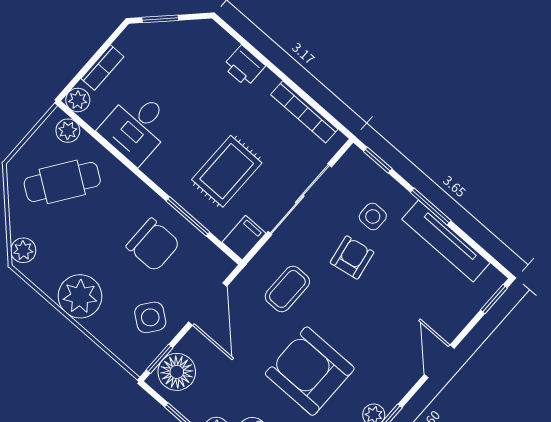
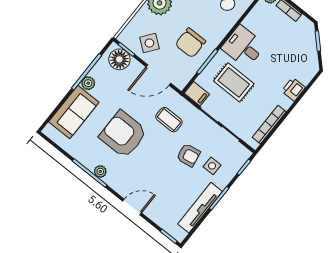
desk: (136, 127) -> (243, 47), moved
armchair: (310, 371) -> (123, 134), turned -90

